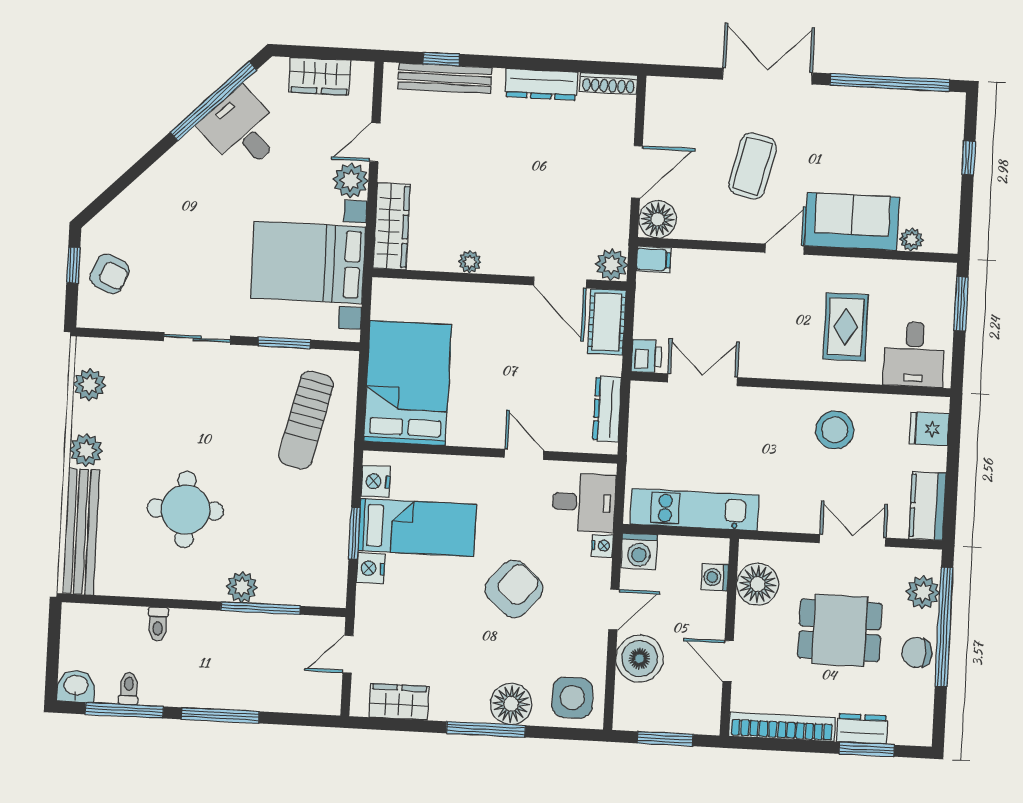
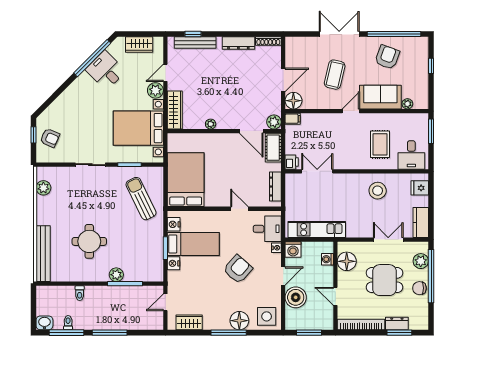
armchair: (872, 133) -> (387, 57), added
sun lounger: (306, 420) -> (141, 199), turned 141
plant: (86, 450) -> (44, 217), removed

